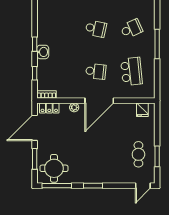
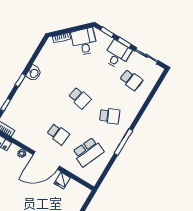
washbasin: (43, 52) -> (34, 73), moved
school desk: (131, 71) -> (88, 152), turned 30
fridge: (142, 110) -> (62, 180), moved

